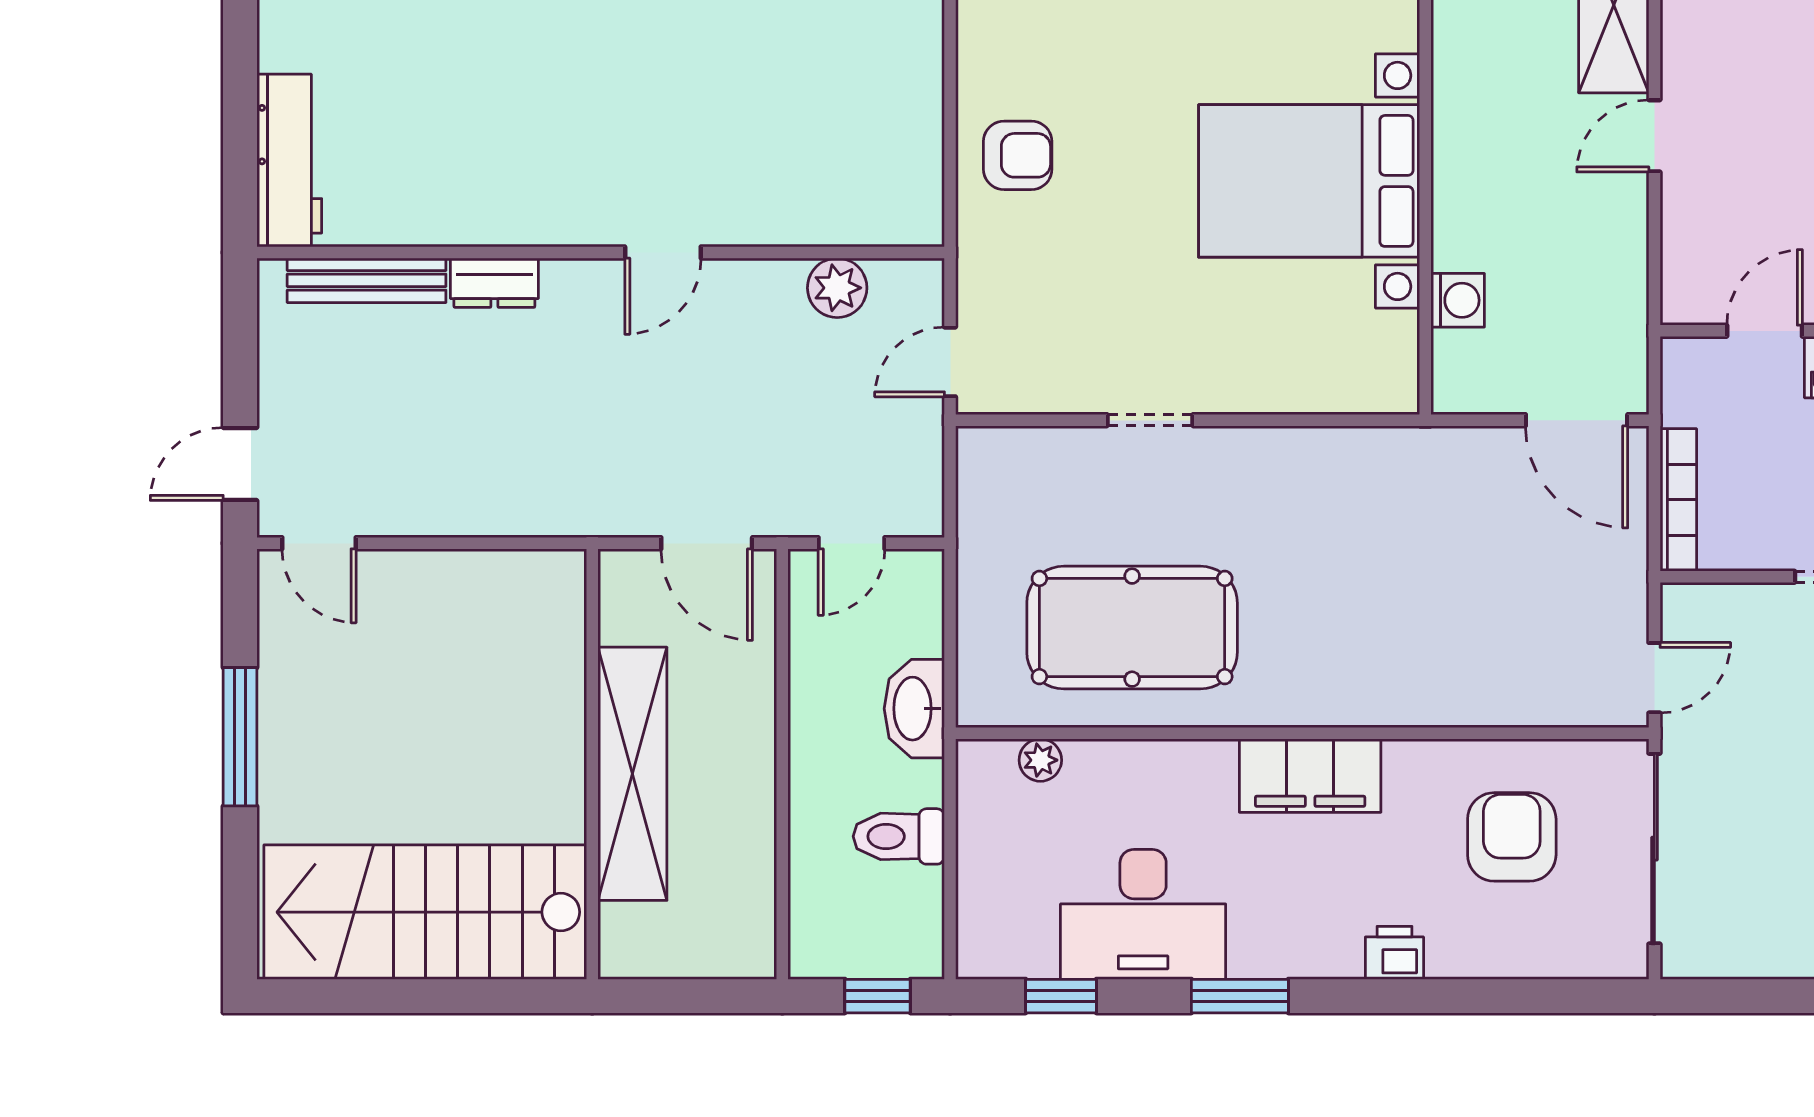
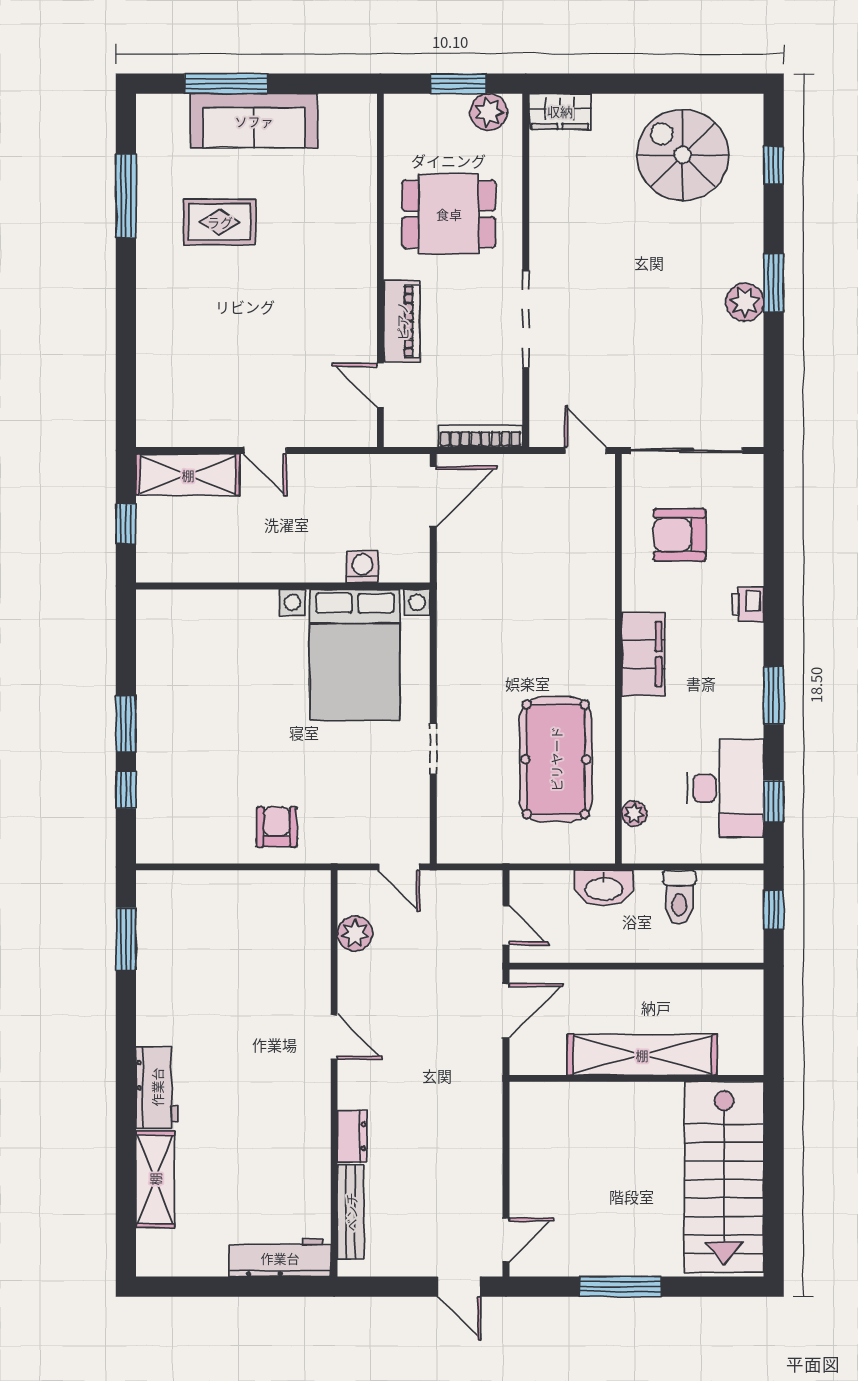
bed with nightstands: (1309, 181) -> (355, 655), moved
desk: (1143, 914) -> (725, 788), moved

